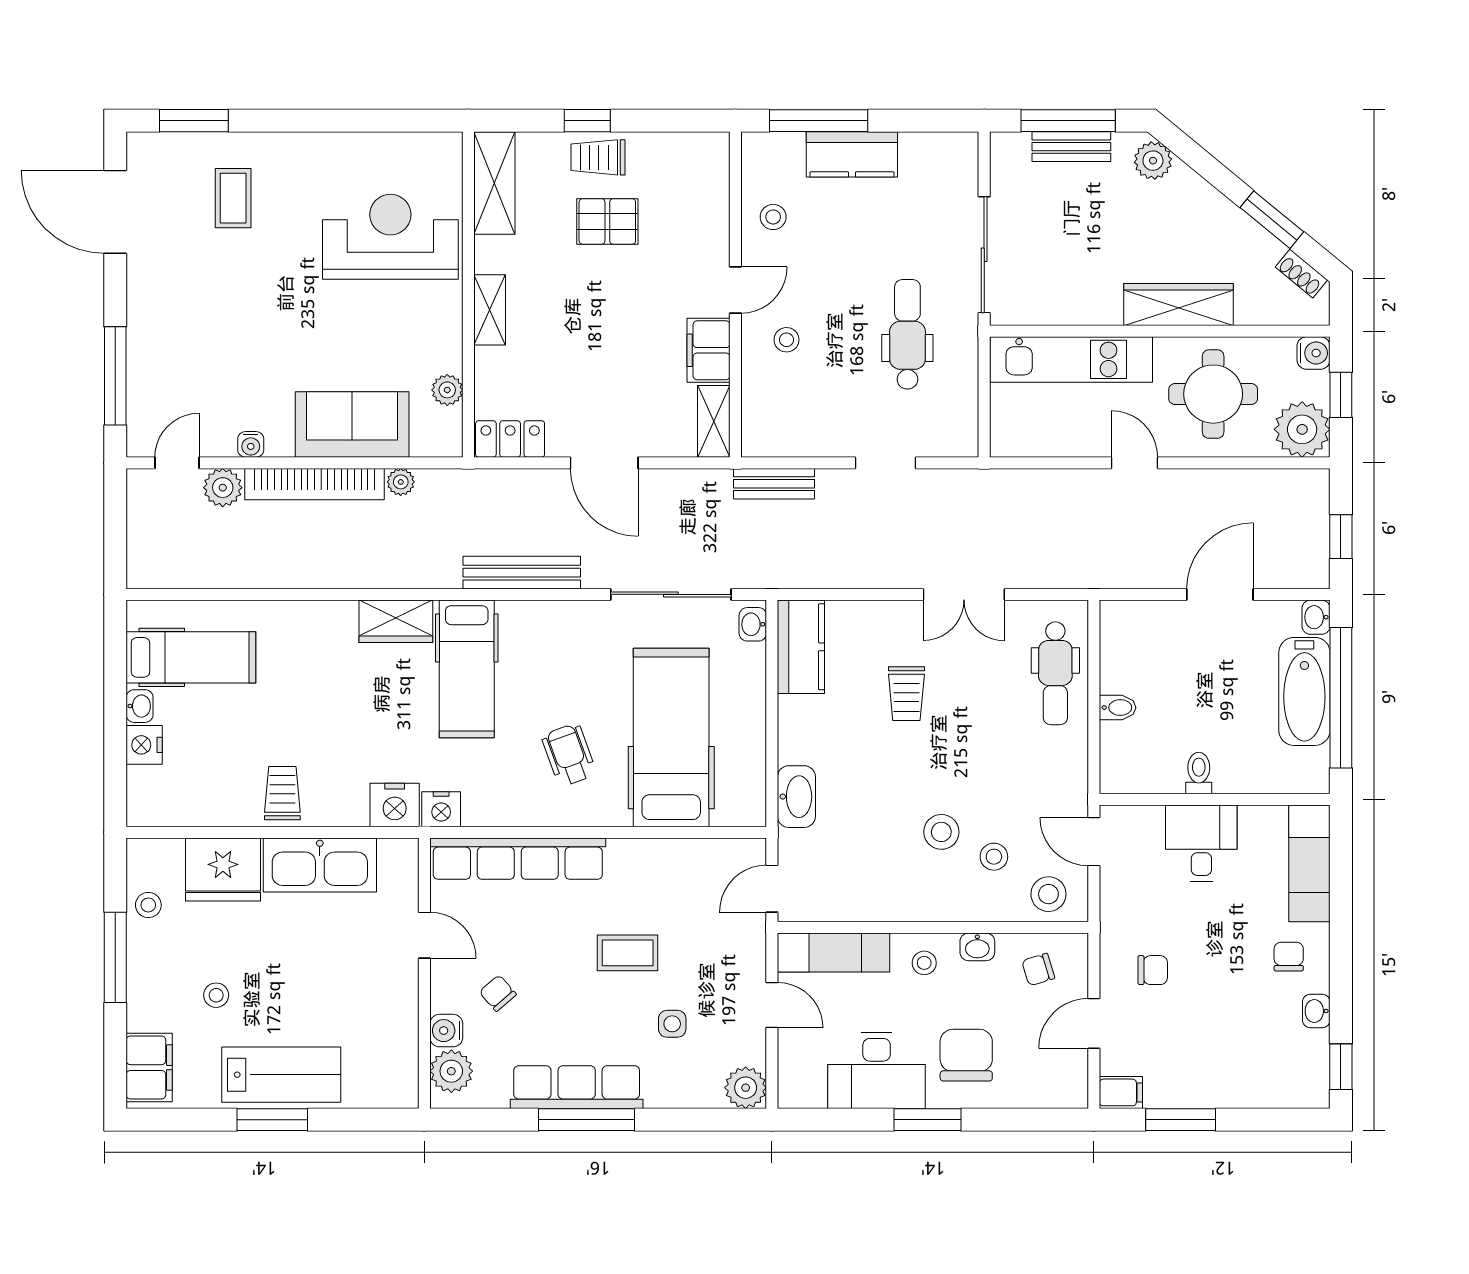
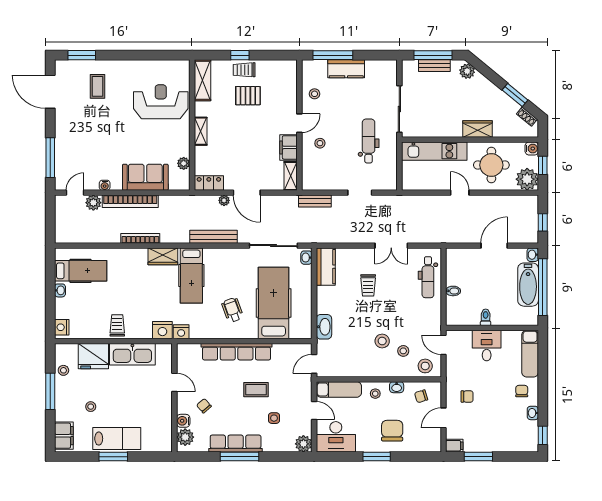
wardrobe: (1179, 304) -> (477, 129), width x0.67
plant: (401, 482) -> (224, 200), moved
bookcase: (340, 577) -> (140, 238), added
nightstand: (144, 745) -> (62, 327), moved
row of seats: (518, 859) -> (237, 352), moved
desk: (877, 1070) -> (336, 437), moved

